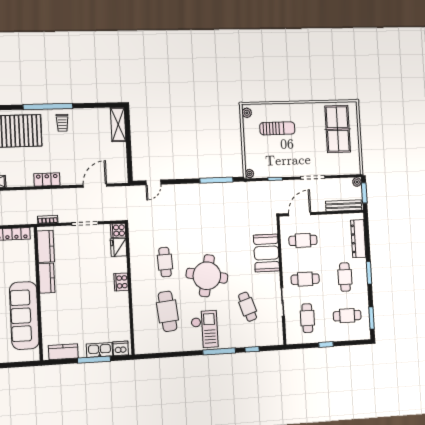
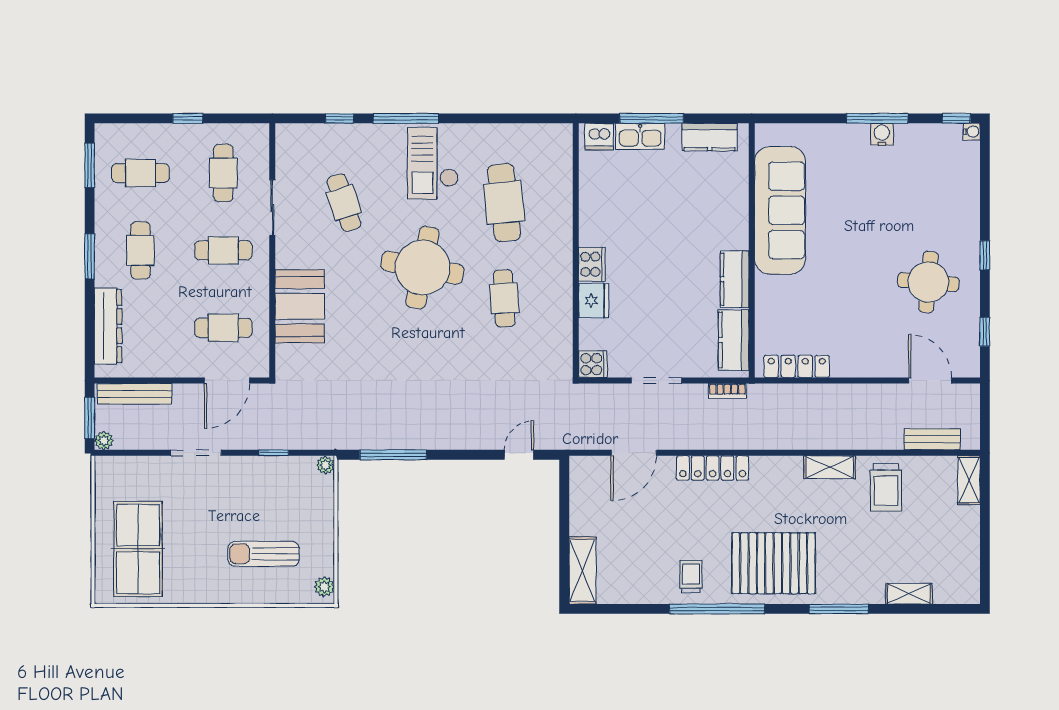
locker: (47, 180) -> (713, 468), width x1.53
fridge: (119, 247) -> (594, 301), moved

